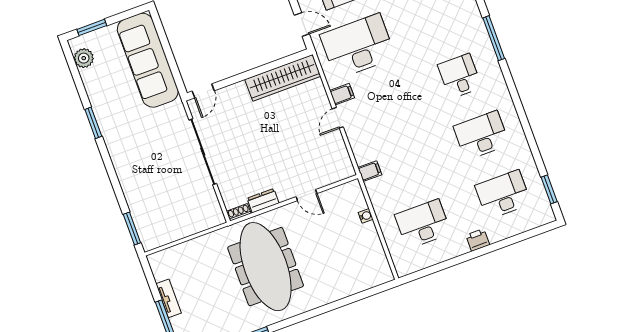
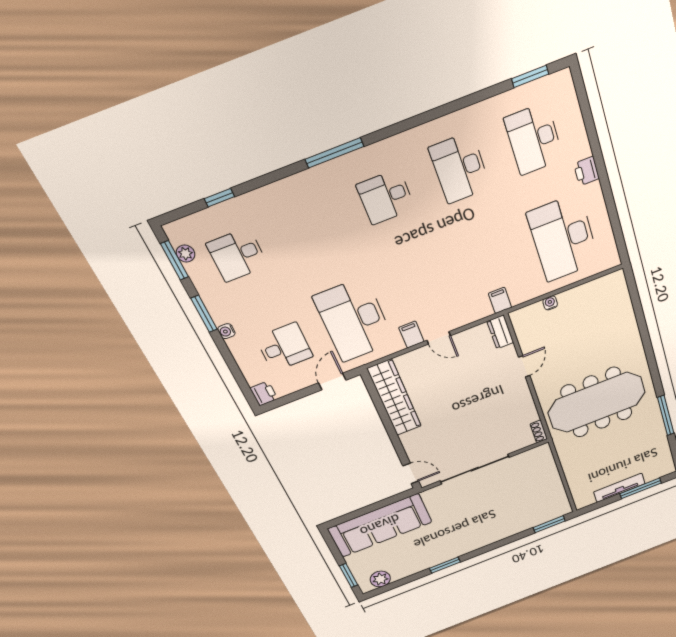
dresser: (263, 201) -> (500, 332), moved
desk: (423, 224) -> (563, 238), width x1.36, depth x1.30
tv unit: (169, 298) -> (619, 488), width x1.41

